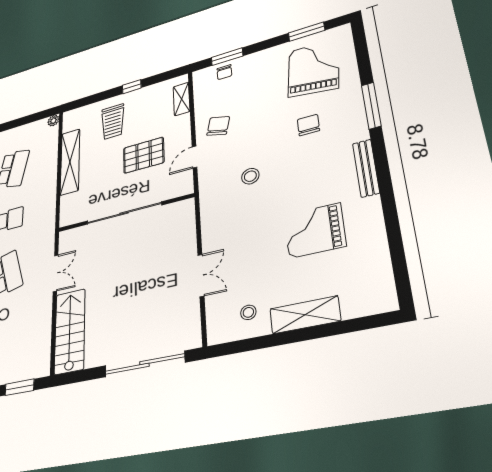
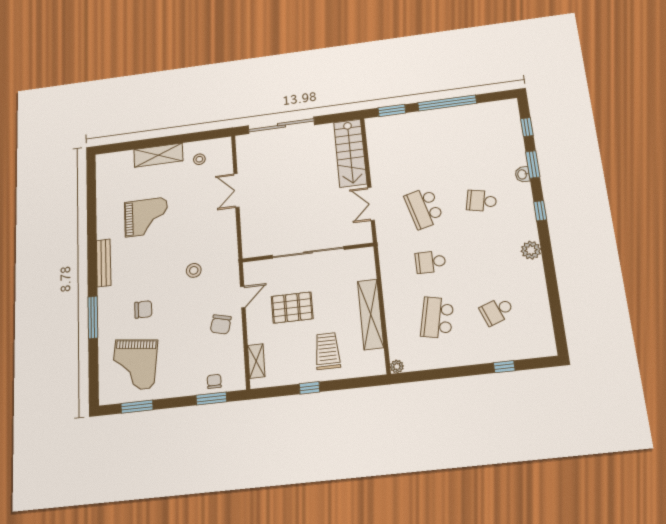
chair: (308, 125) -> (143, 309), turned -90

